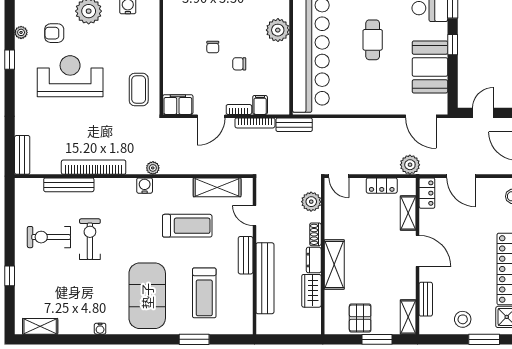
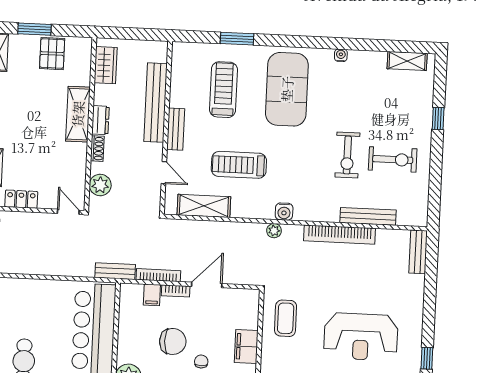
chair: (239, 64) -> (173, 341), width x1.87, depth x1.87
filing cabinet: (178, 105) -> (246, 347), moved, turned 90
wardrobe: (311, 291) -> (106, 65), moved

